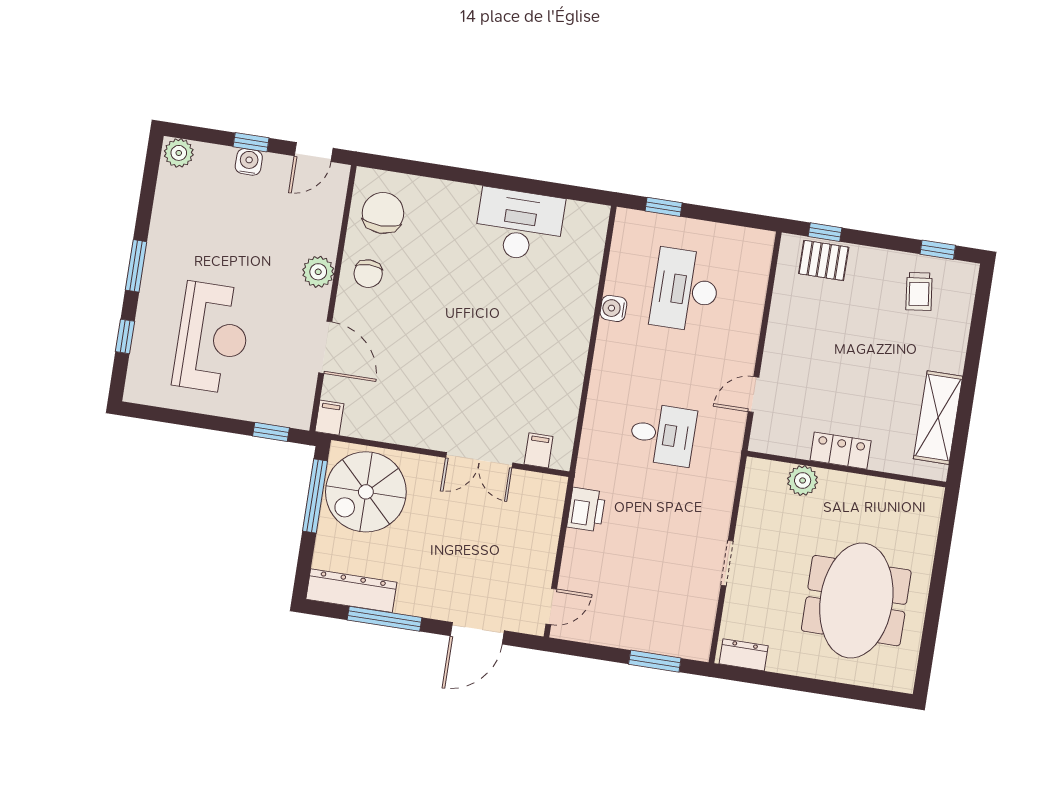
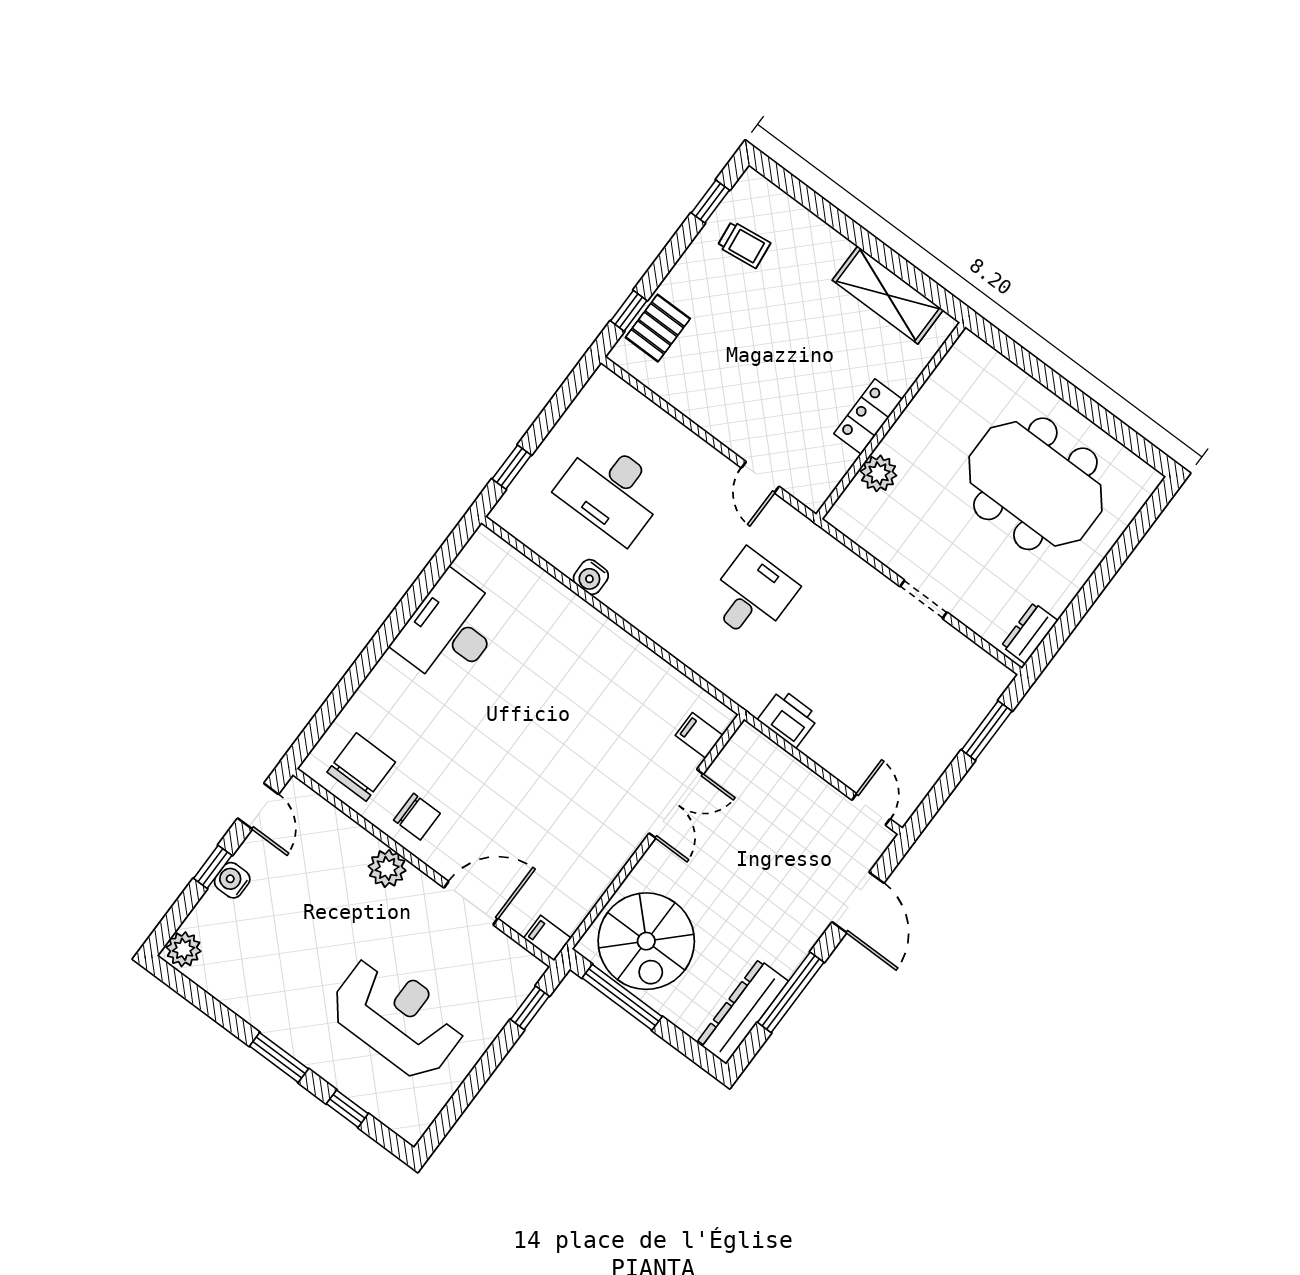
chair: (383, 213) -> (361, 767), turned 90

